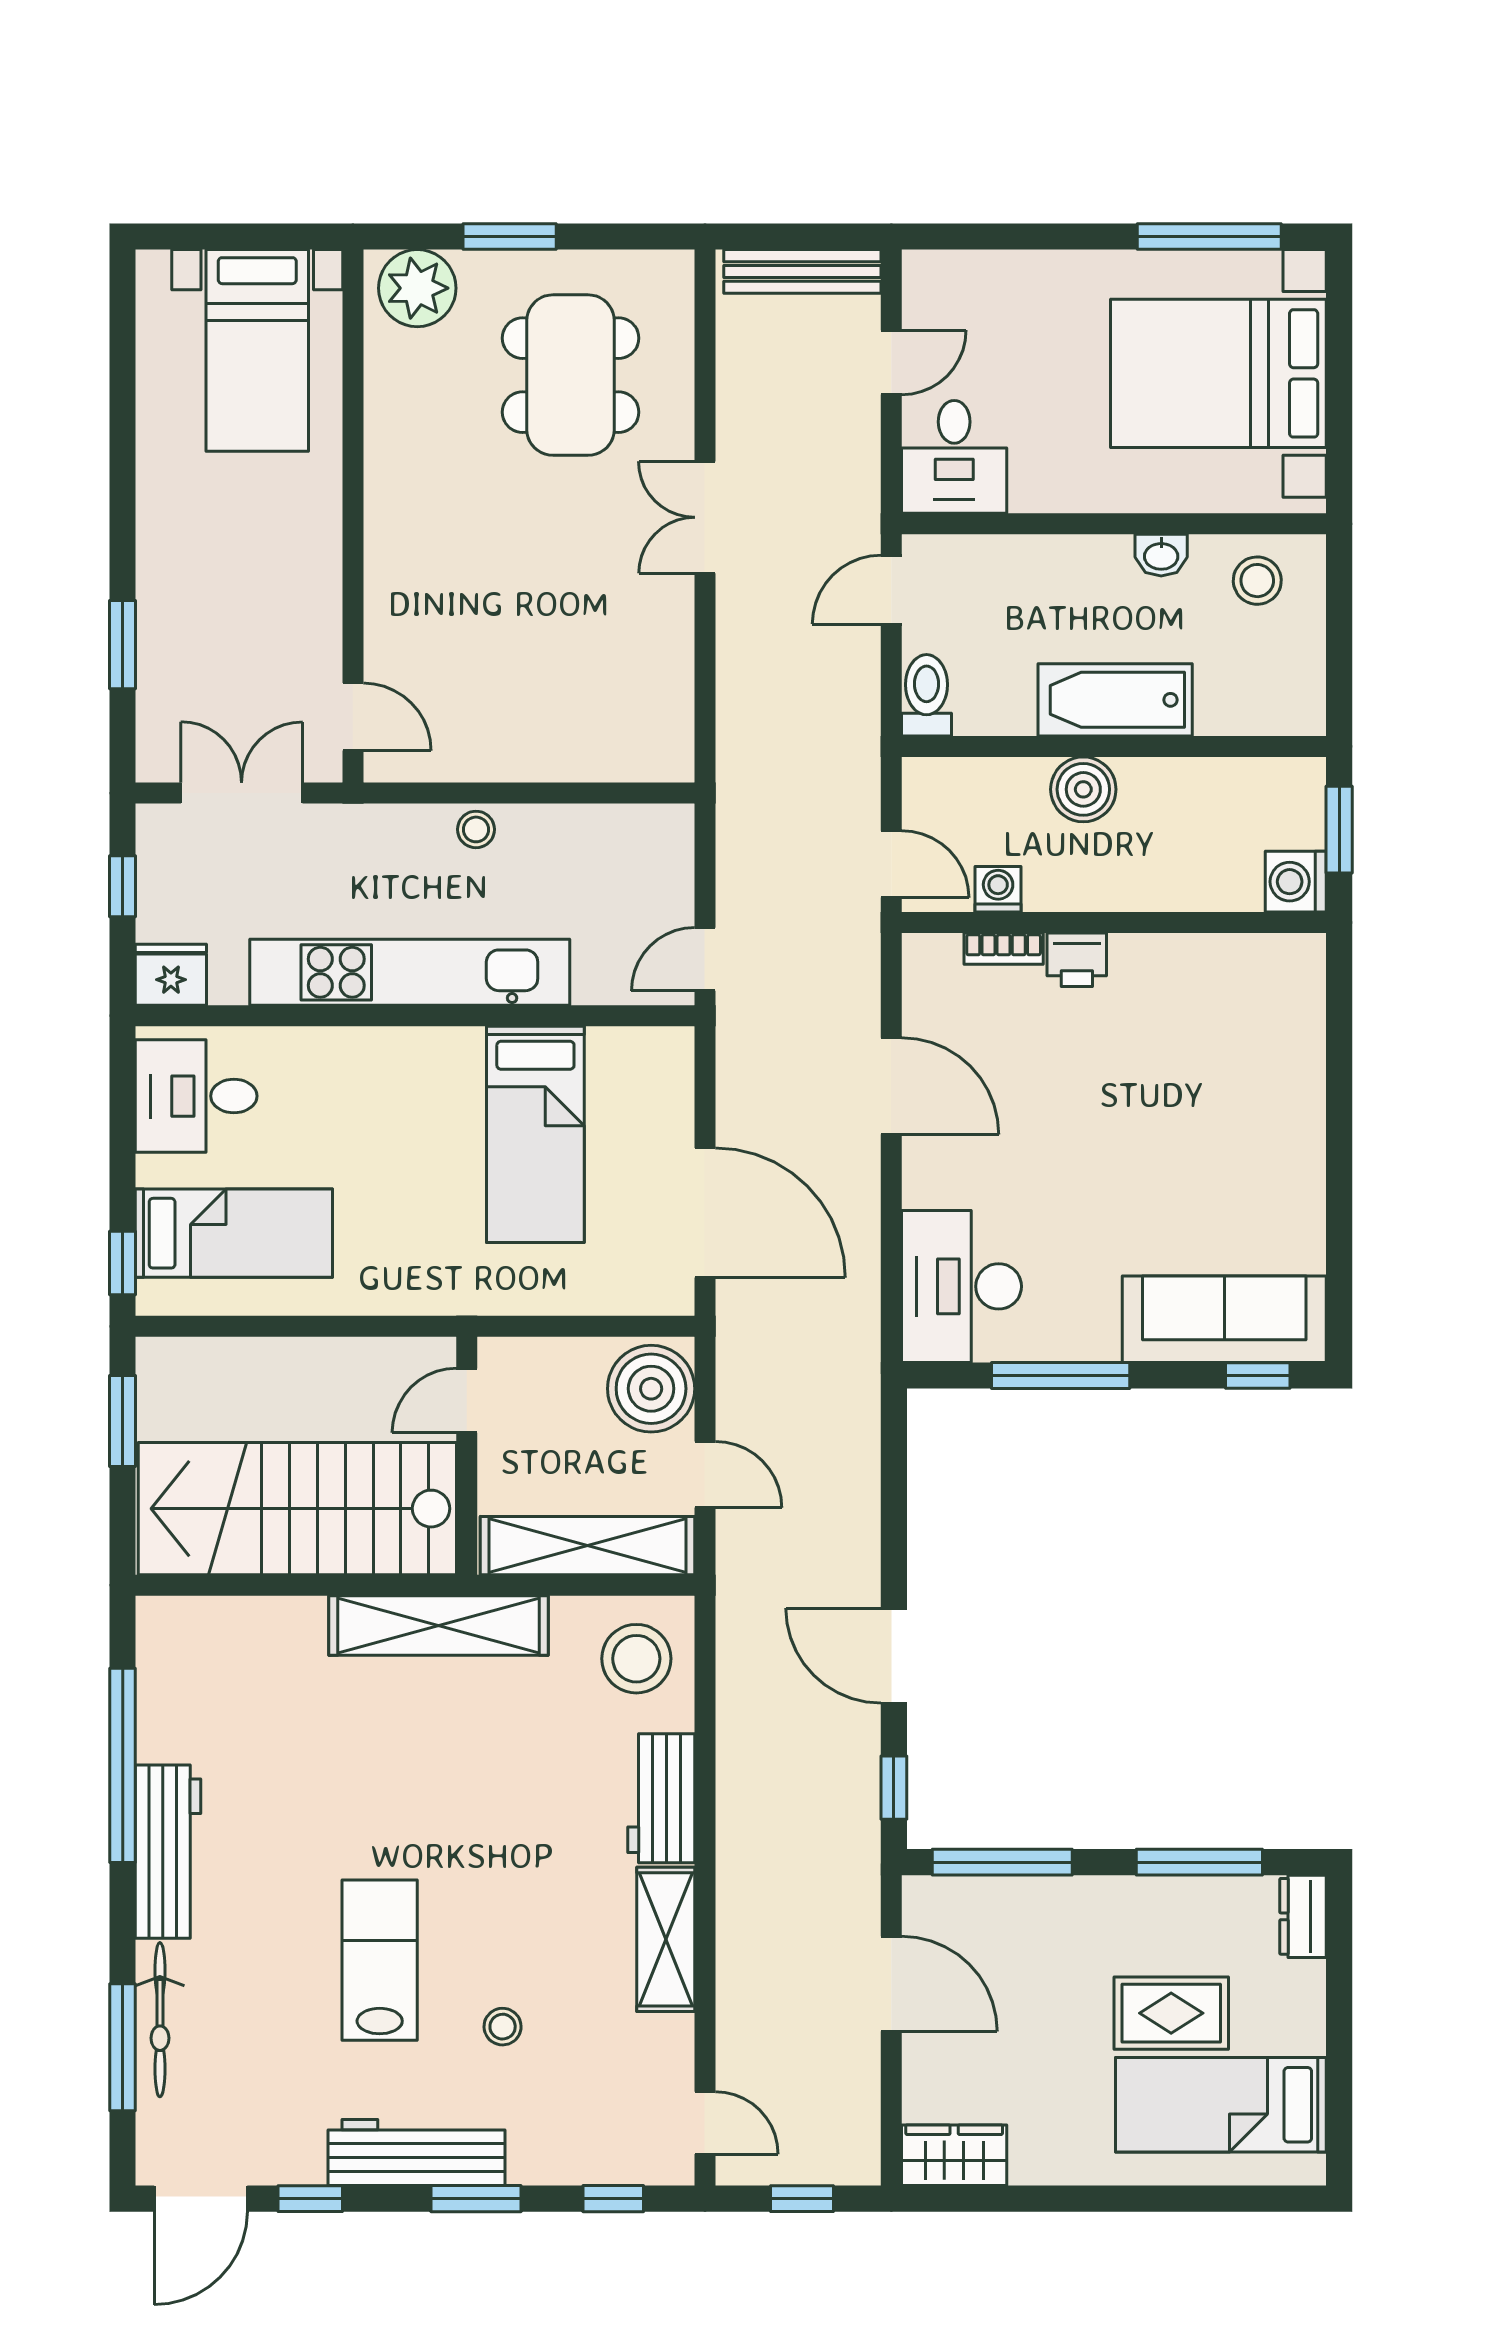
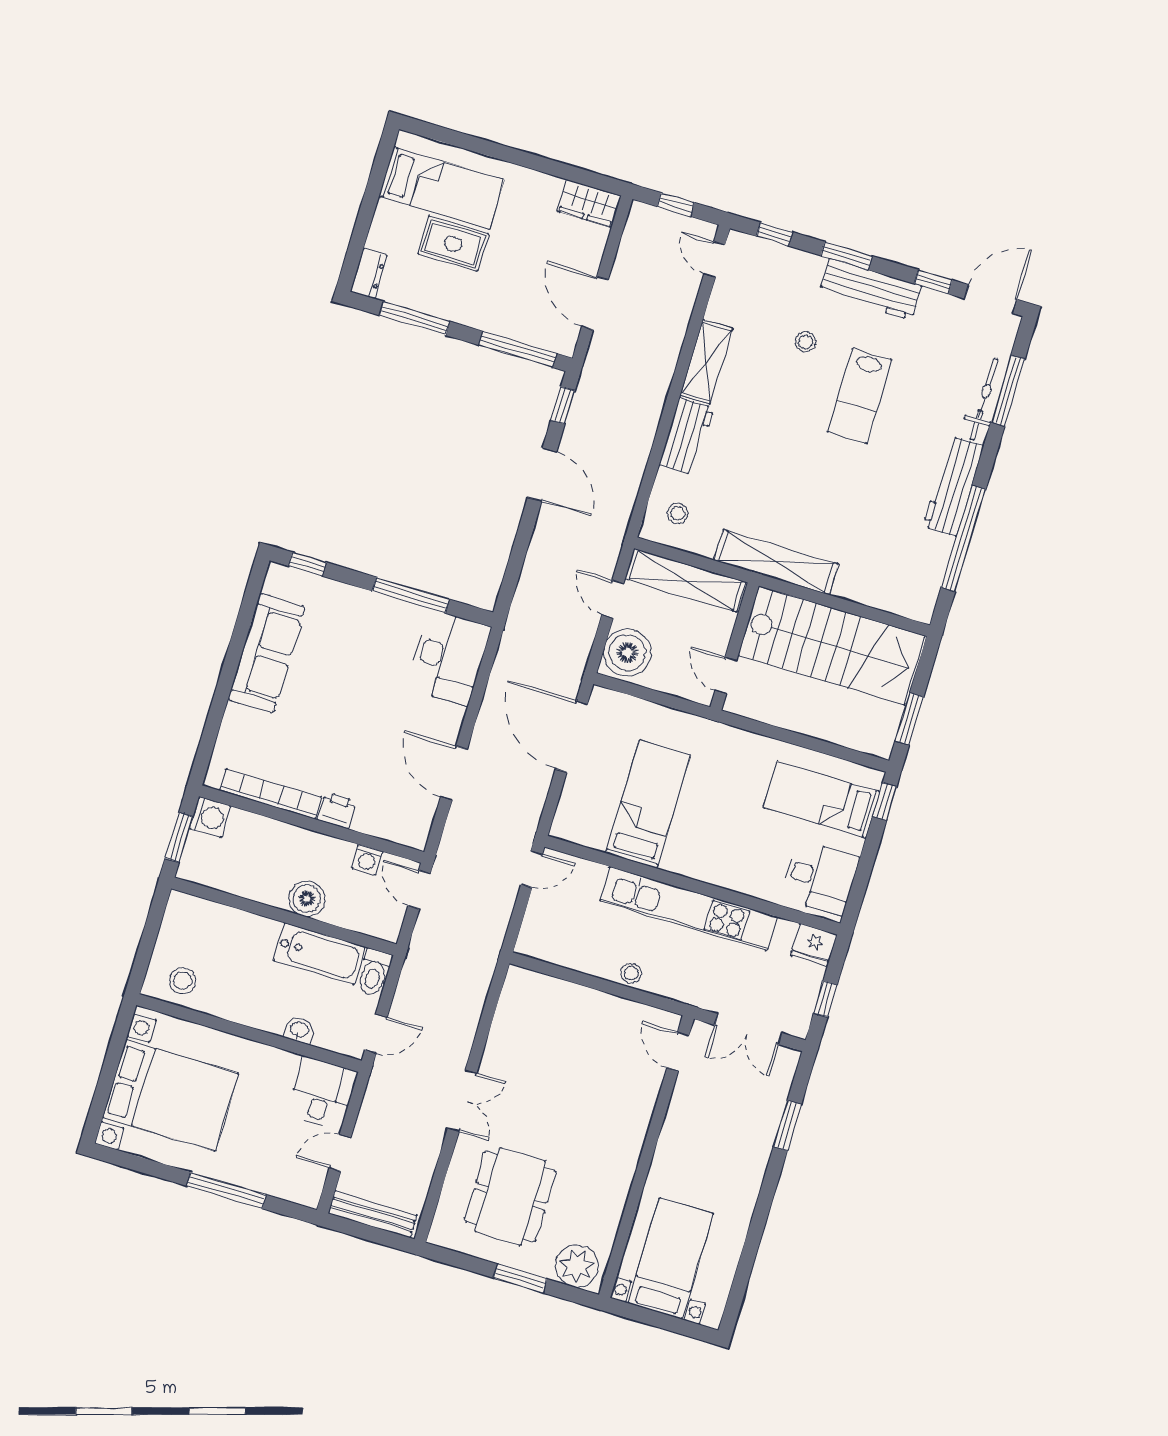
window: (1209, 237) -> (227, 1190), moved
washbasin: (1161, 555) -> (299, 1030), moved
bathtub: (1115, 700) -> (319, 954), moved
bookcase: (1004, 949) -> (270, 794), moved, width x2.31, depth x1.31
sofa: (1224, 1319) -> (266, 653), moved, turned -90
door: (467, 1401) -> (726, 675), swing flipped
stool: (636, 1659) -> (678, 513), width x0.53, depth x0.53

